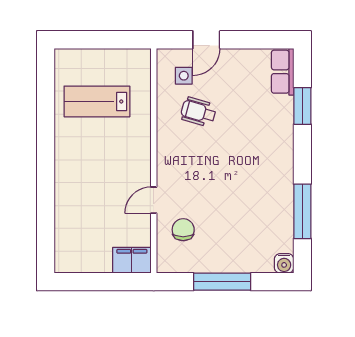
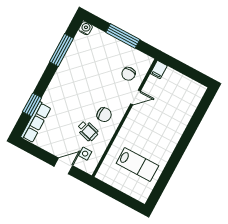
row of seats: (283, 72) -> (36, 122), width x1.48
chair: (187, 149) -> (104, 115), added
filing cabinet: (132, 260) -> (159, 70), width x0.50

